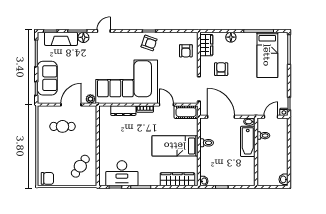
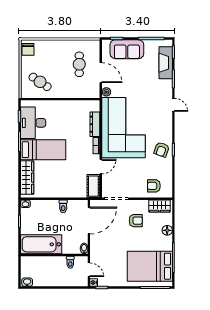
floor lamp: (83, 37) -> (167, 85), removed
bed: (267, 55) -> (150, 266), width x1.50
bathtub: (248, 141) -> (41, 244), moved, width x1.36, depth x1.36
bed: (175, 146) -> (43, 150), moved, turned 90

